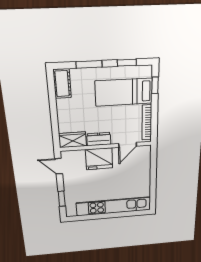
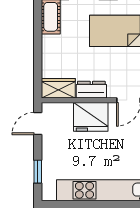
door: (59, 166) -> (38, 123), hinge flipped

